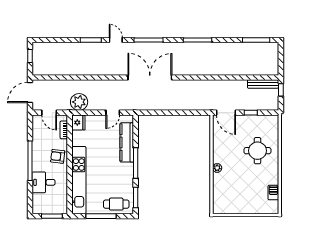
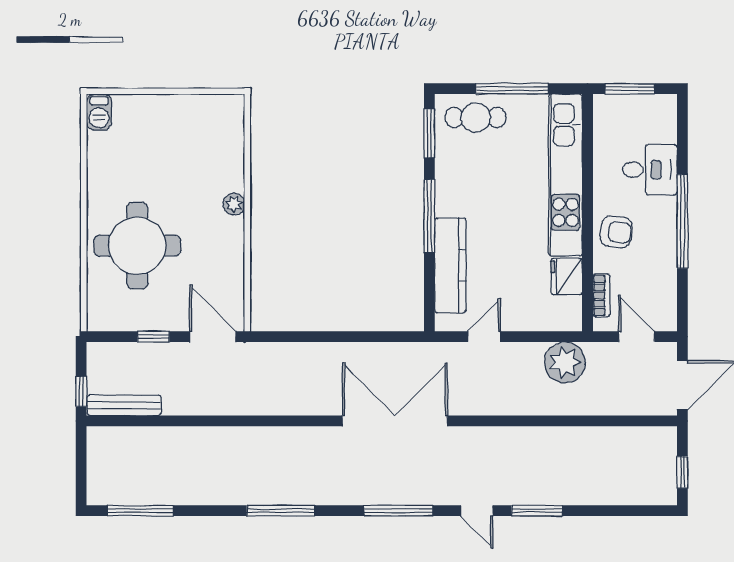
double door: (150, 77) -> (395, 421), swing flipped
fridge: (78, 122) -> (567, 276), moved
round table: (257, 151) -> (137, 246), width x1.36, depth x1.36
barbecue: (273, 193) -> (99, 112), moved

